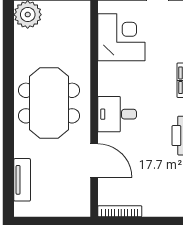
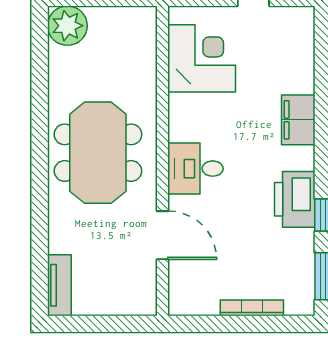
tv unit: (22, 180) -> (59, 285), moved
bookcase: (120, 211) -> (252, 308), moved

